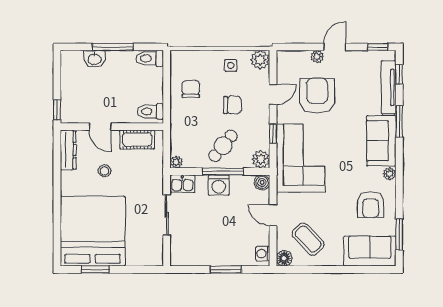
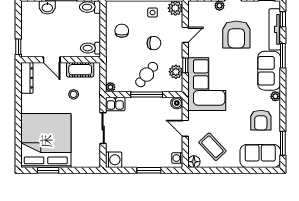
armchair: (317, 96) -> (236, 35), moved, turned 180
plant: (261, 159) -> (176, 72), moved
stool: (105, 171) -> (74, 94), moved
washing machine: (219, 185) -> (114, 160), moved, turned -90

